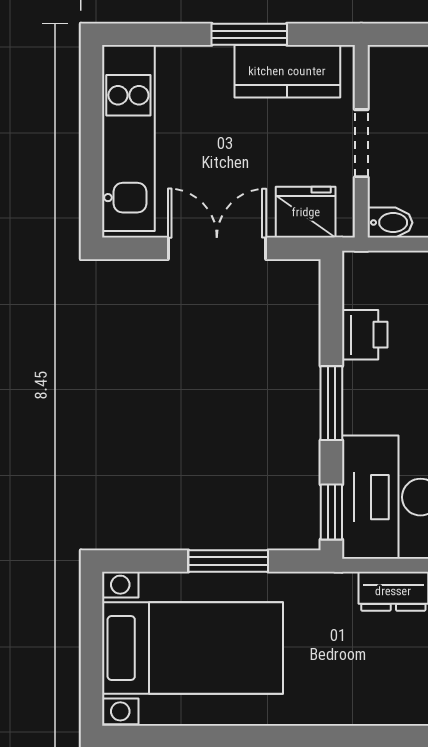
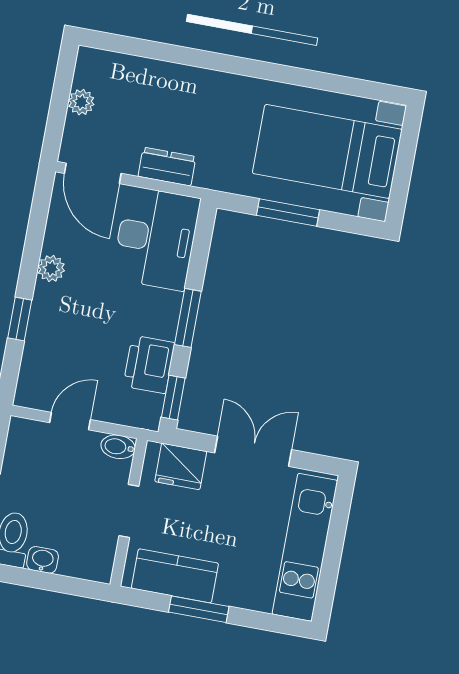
double door: (217, 248) -> (253, 451), swing flipped
printer: (365, 335) -> (149, 364), width x1.36, depth x1.24
window: (331, 512) -> (173, 398), moved

